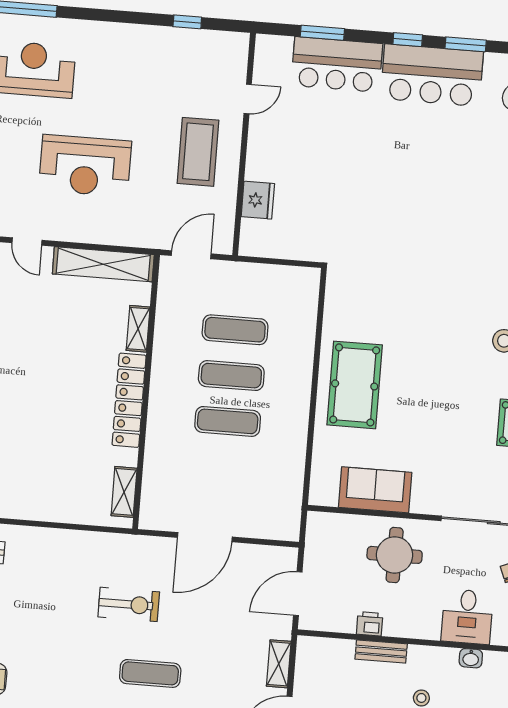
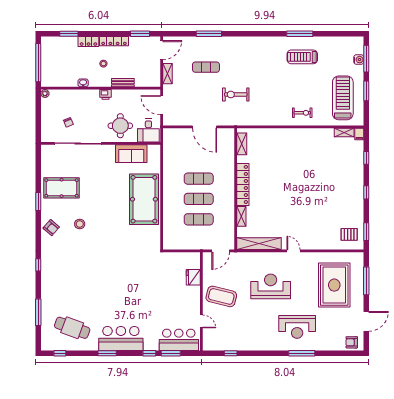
window: (408, 40) -> (149, 353), moved
bar counter: (337, 64) -> (179, 340), moved
door: (248, 99) -> (201, 321), swing flipped
coffee table: (198, 152) -> (221, 296), turned -76
pool table: (355, 385) -> (144, 199), width x1.36, depth x1.32
door: (205, 537) -> (205, 127), swing flipped
door: (298, 594) -> (162, 105), swing flipped
desk: (467, 617) -> (148, 131), moved, turned 180
printer: (370, 624) -> (105, 94), moved
exercise mat: (150, 673) -> (206, 67), moved

